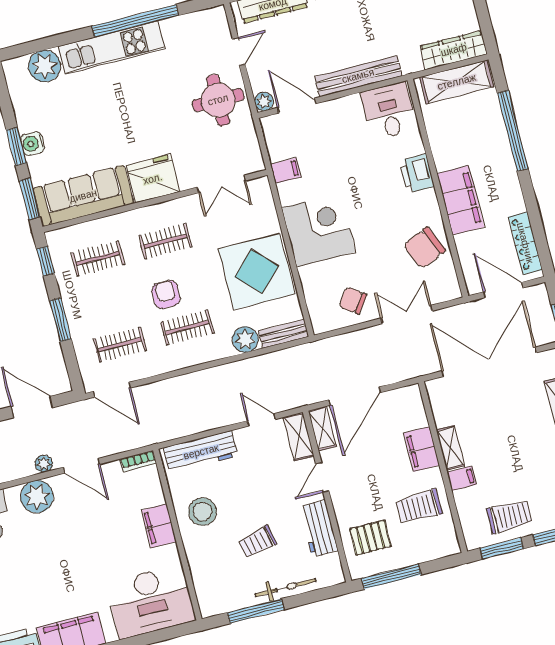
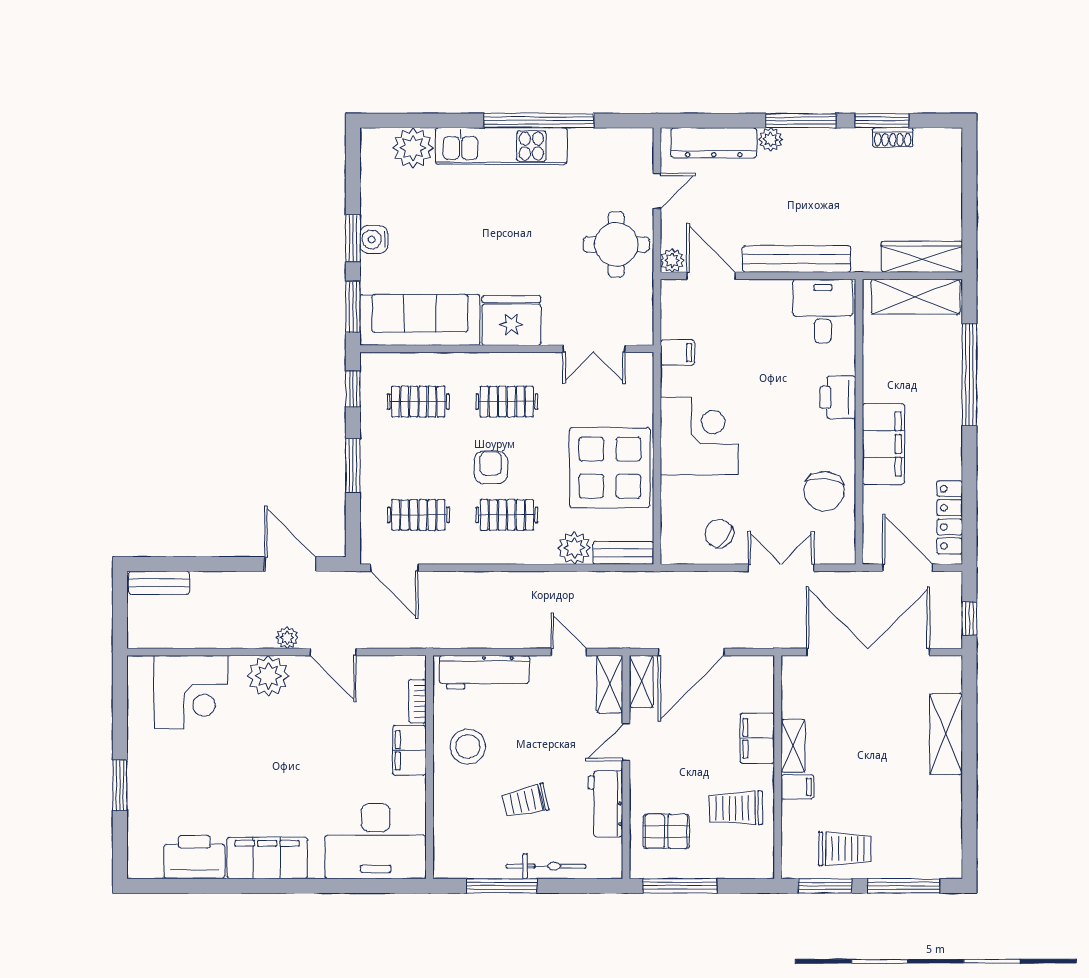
chair: (425, 248) -> (824, 491), turned -61
bookcase: (138, 461) -> (417, 701), moved, turned 90

